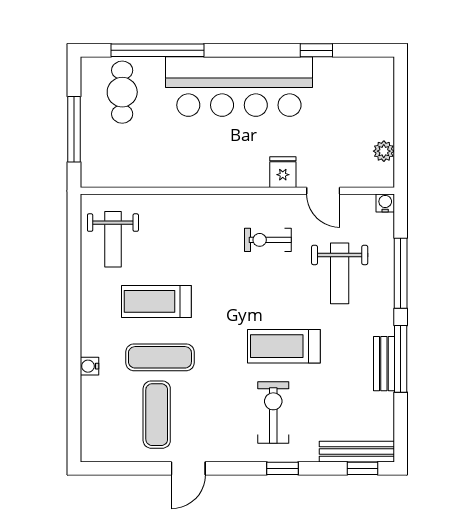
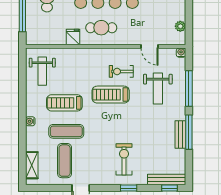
cafe table: (229, 154) -> (101, 28), added
fridge: (283, 172) -> (73, 37), moved
treadmill: (284, 346) -> (111, 95), moved
water cooler: (89, 366) -> (30, 121), moved
shelving: (92, 424) -> (32, 165), added

